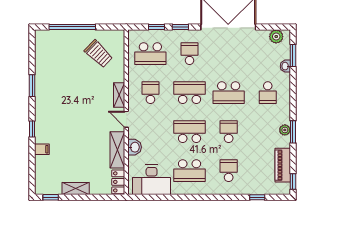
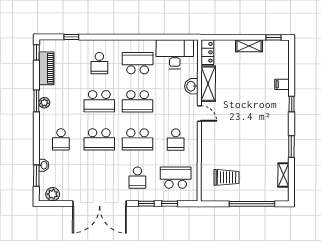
trolley: (99, 54) -> (226, 177), turned 136
school desk: (229, 93) -> (99, 139), turned 180
school desk: (268, 93) -> (61, 139), turned 180
shelving: (119, 95) -> (283, 175), moved
school desk: (229, 132) -> (99, 101), width x1.85

